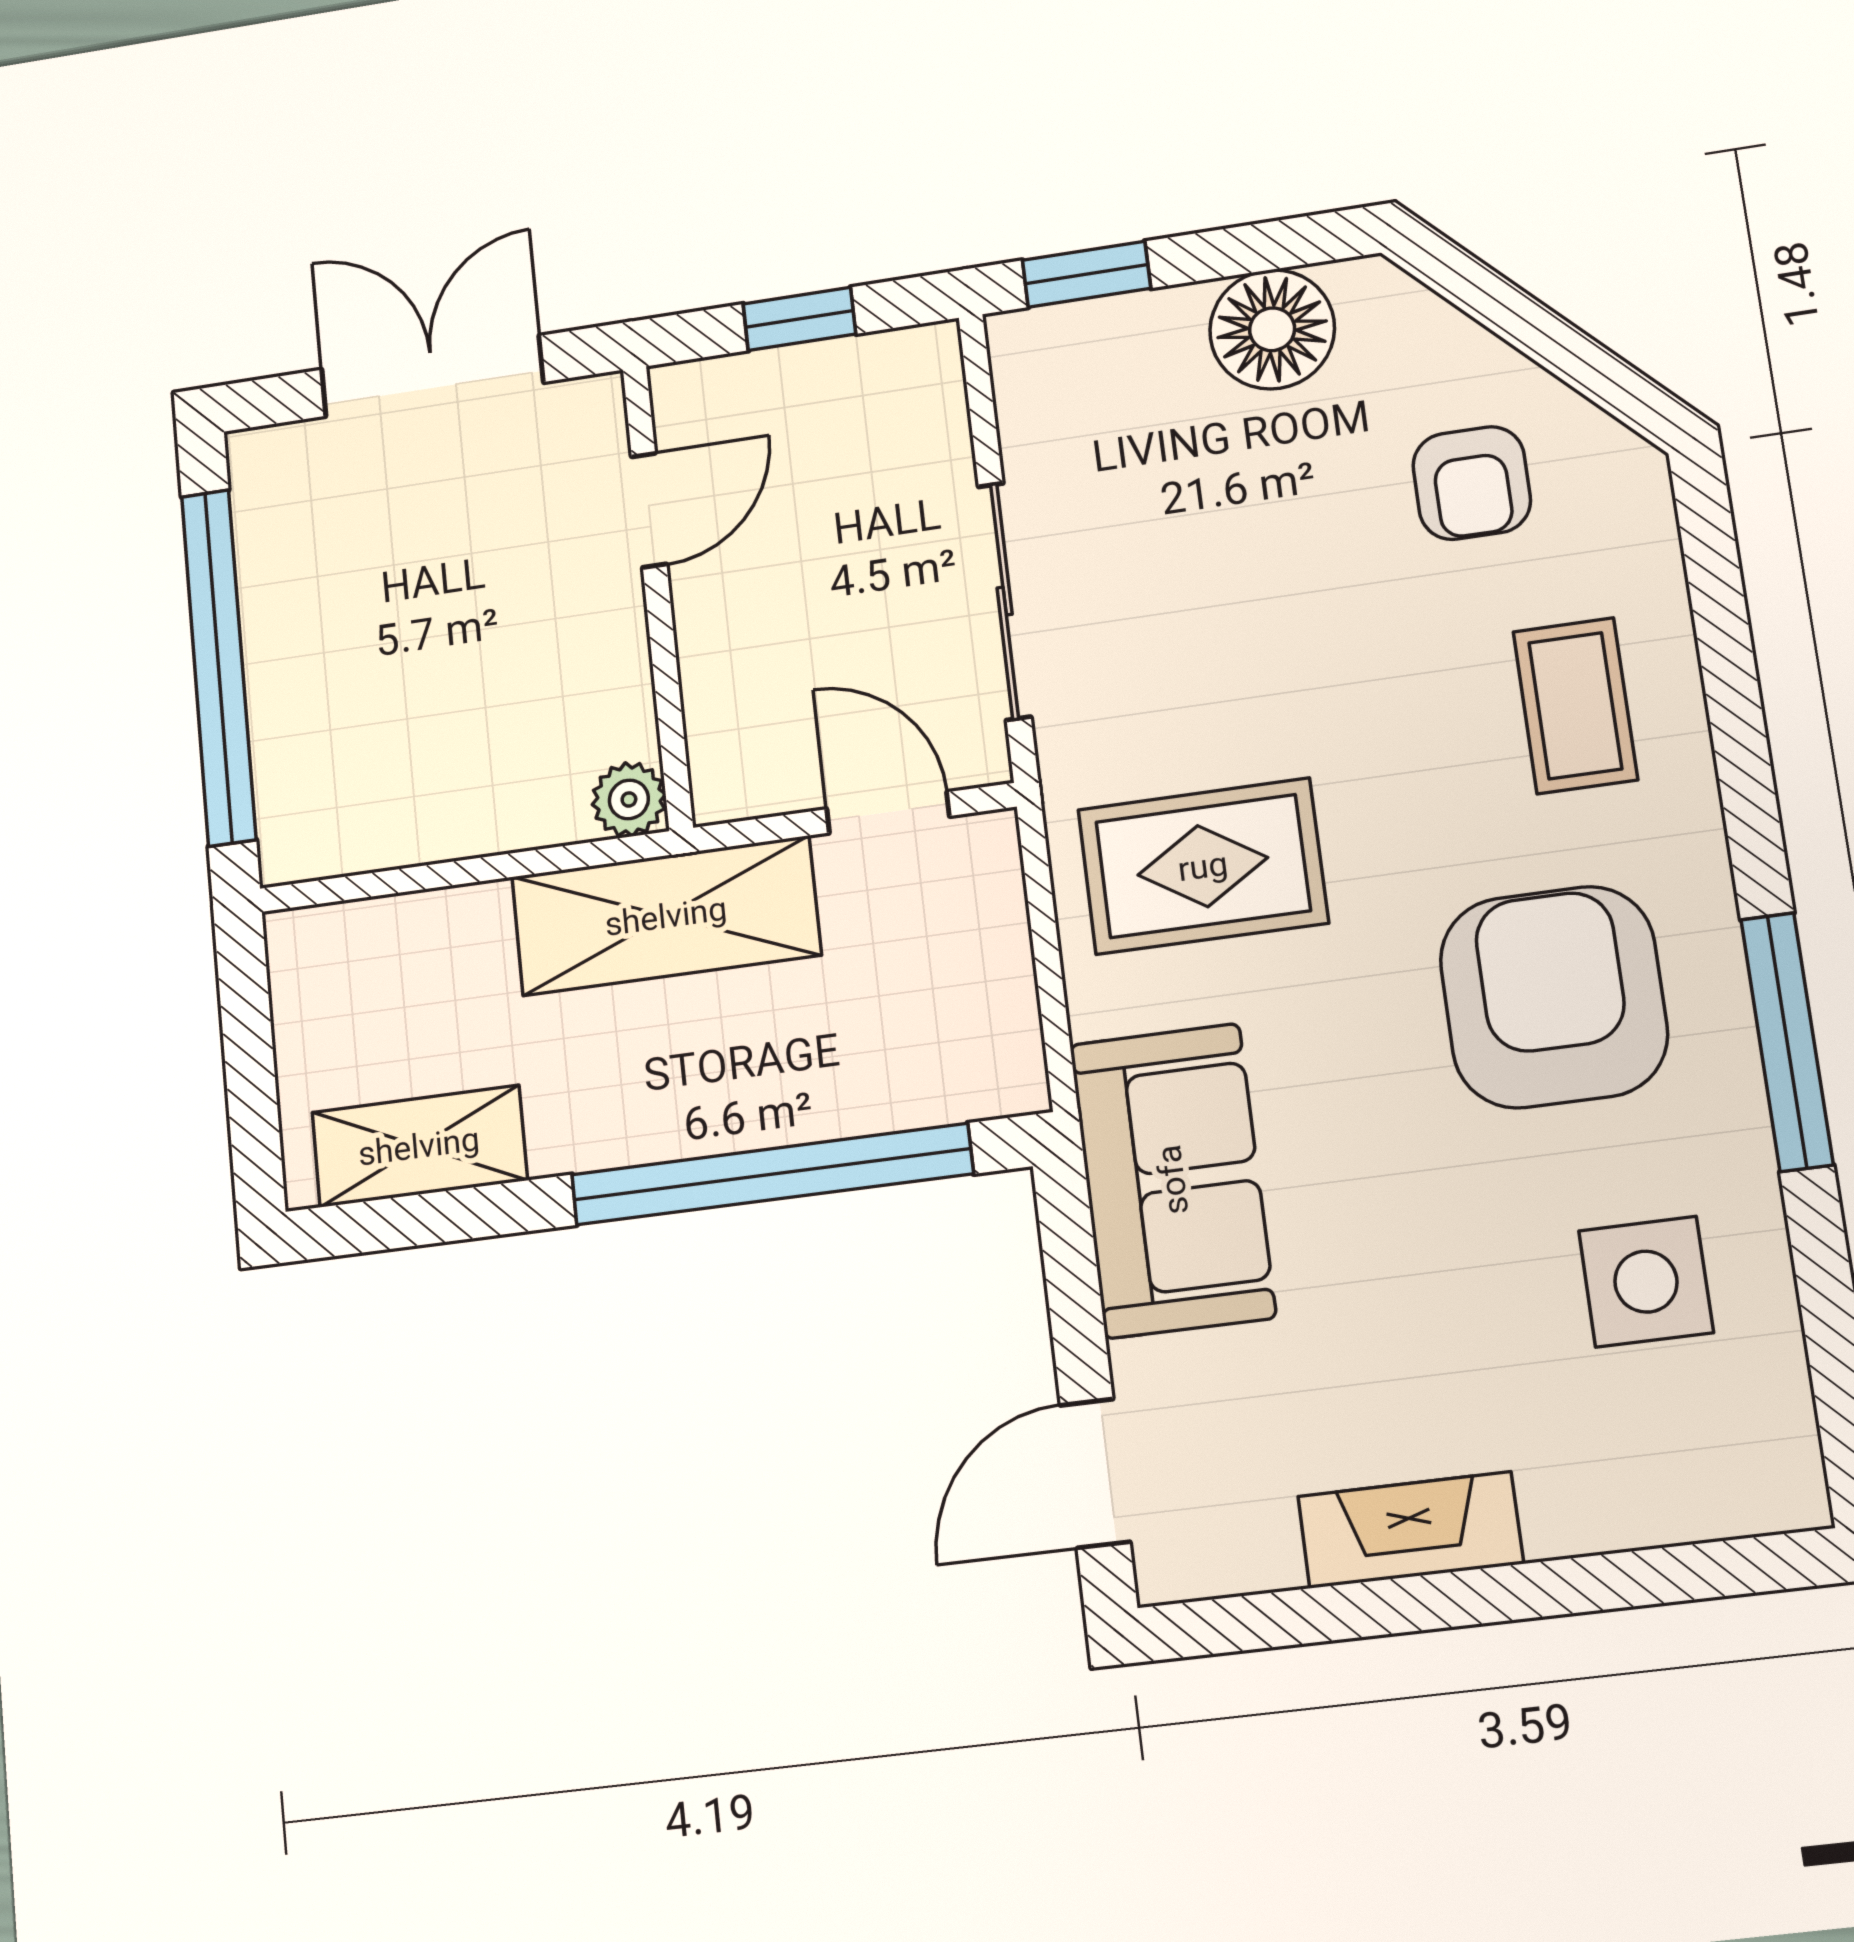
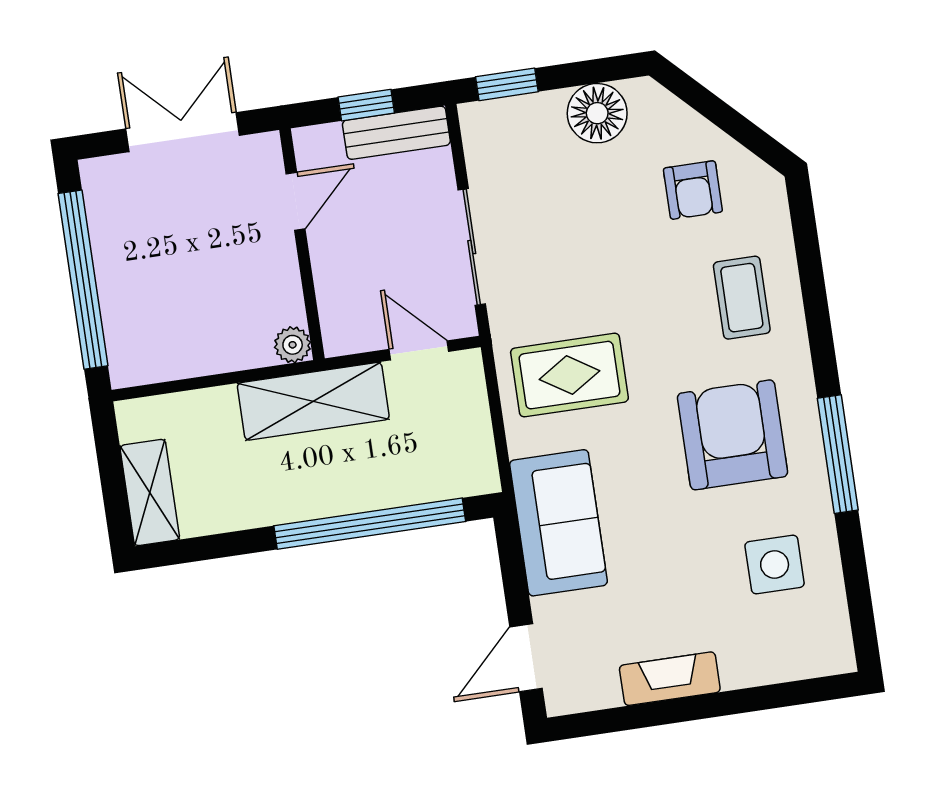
bench: (858, 373) -> (396, 133), added
shelving: (419, 1146) -> (150, 493), moved, turned 90

